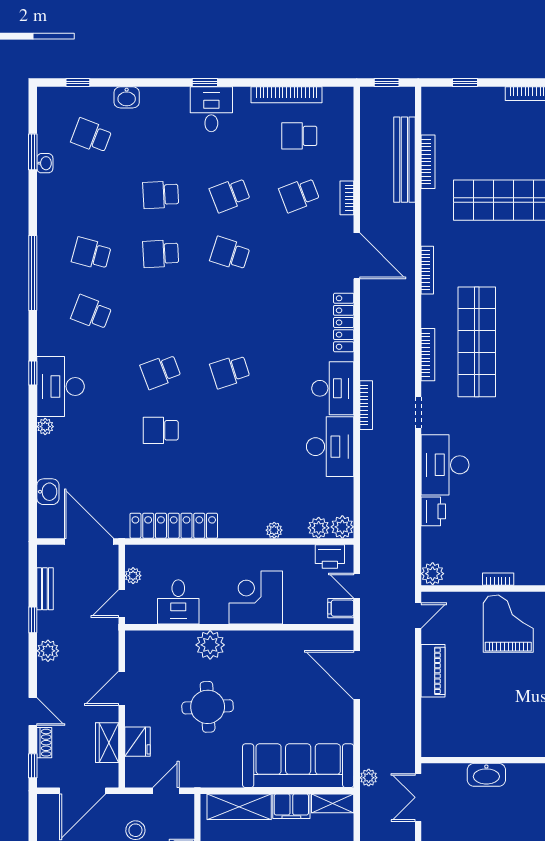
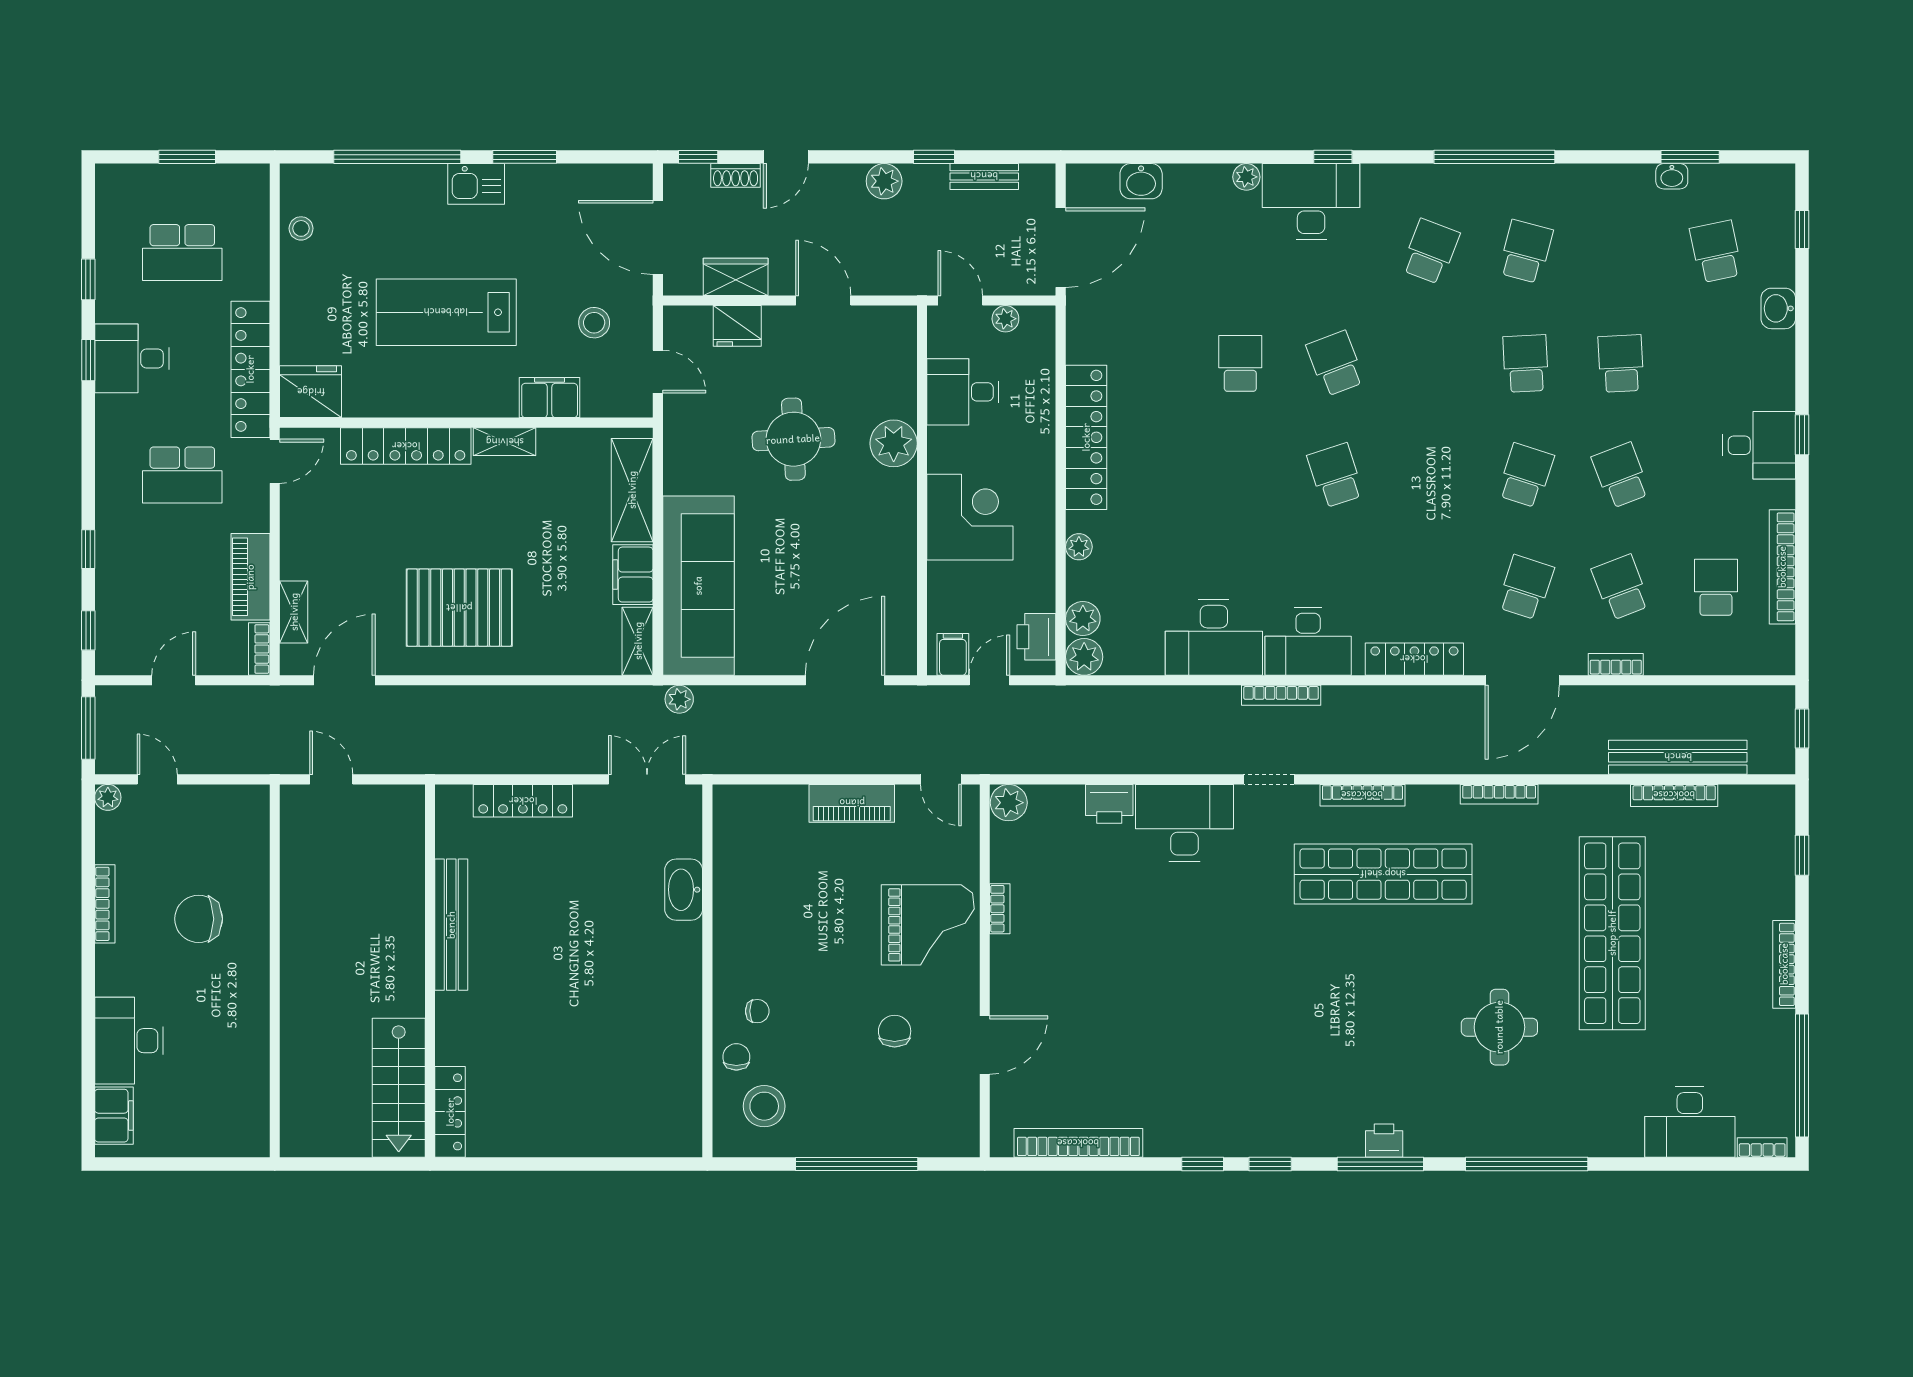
school desk: (91, 136) -> (1716, 251), turned -33
school desk: (299, 254) -> (1526, 587), added
locker: (174, 526) -> (1086, 437), moved

